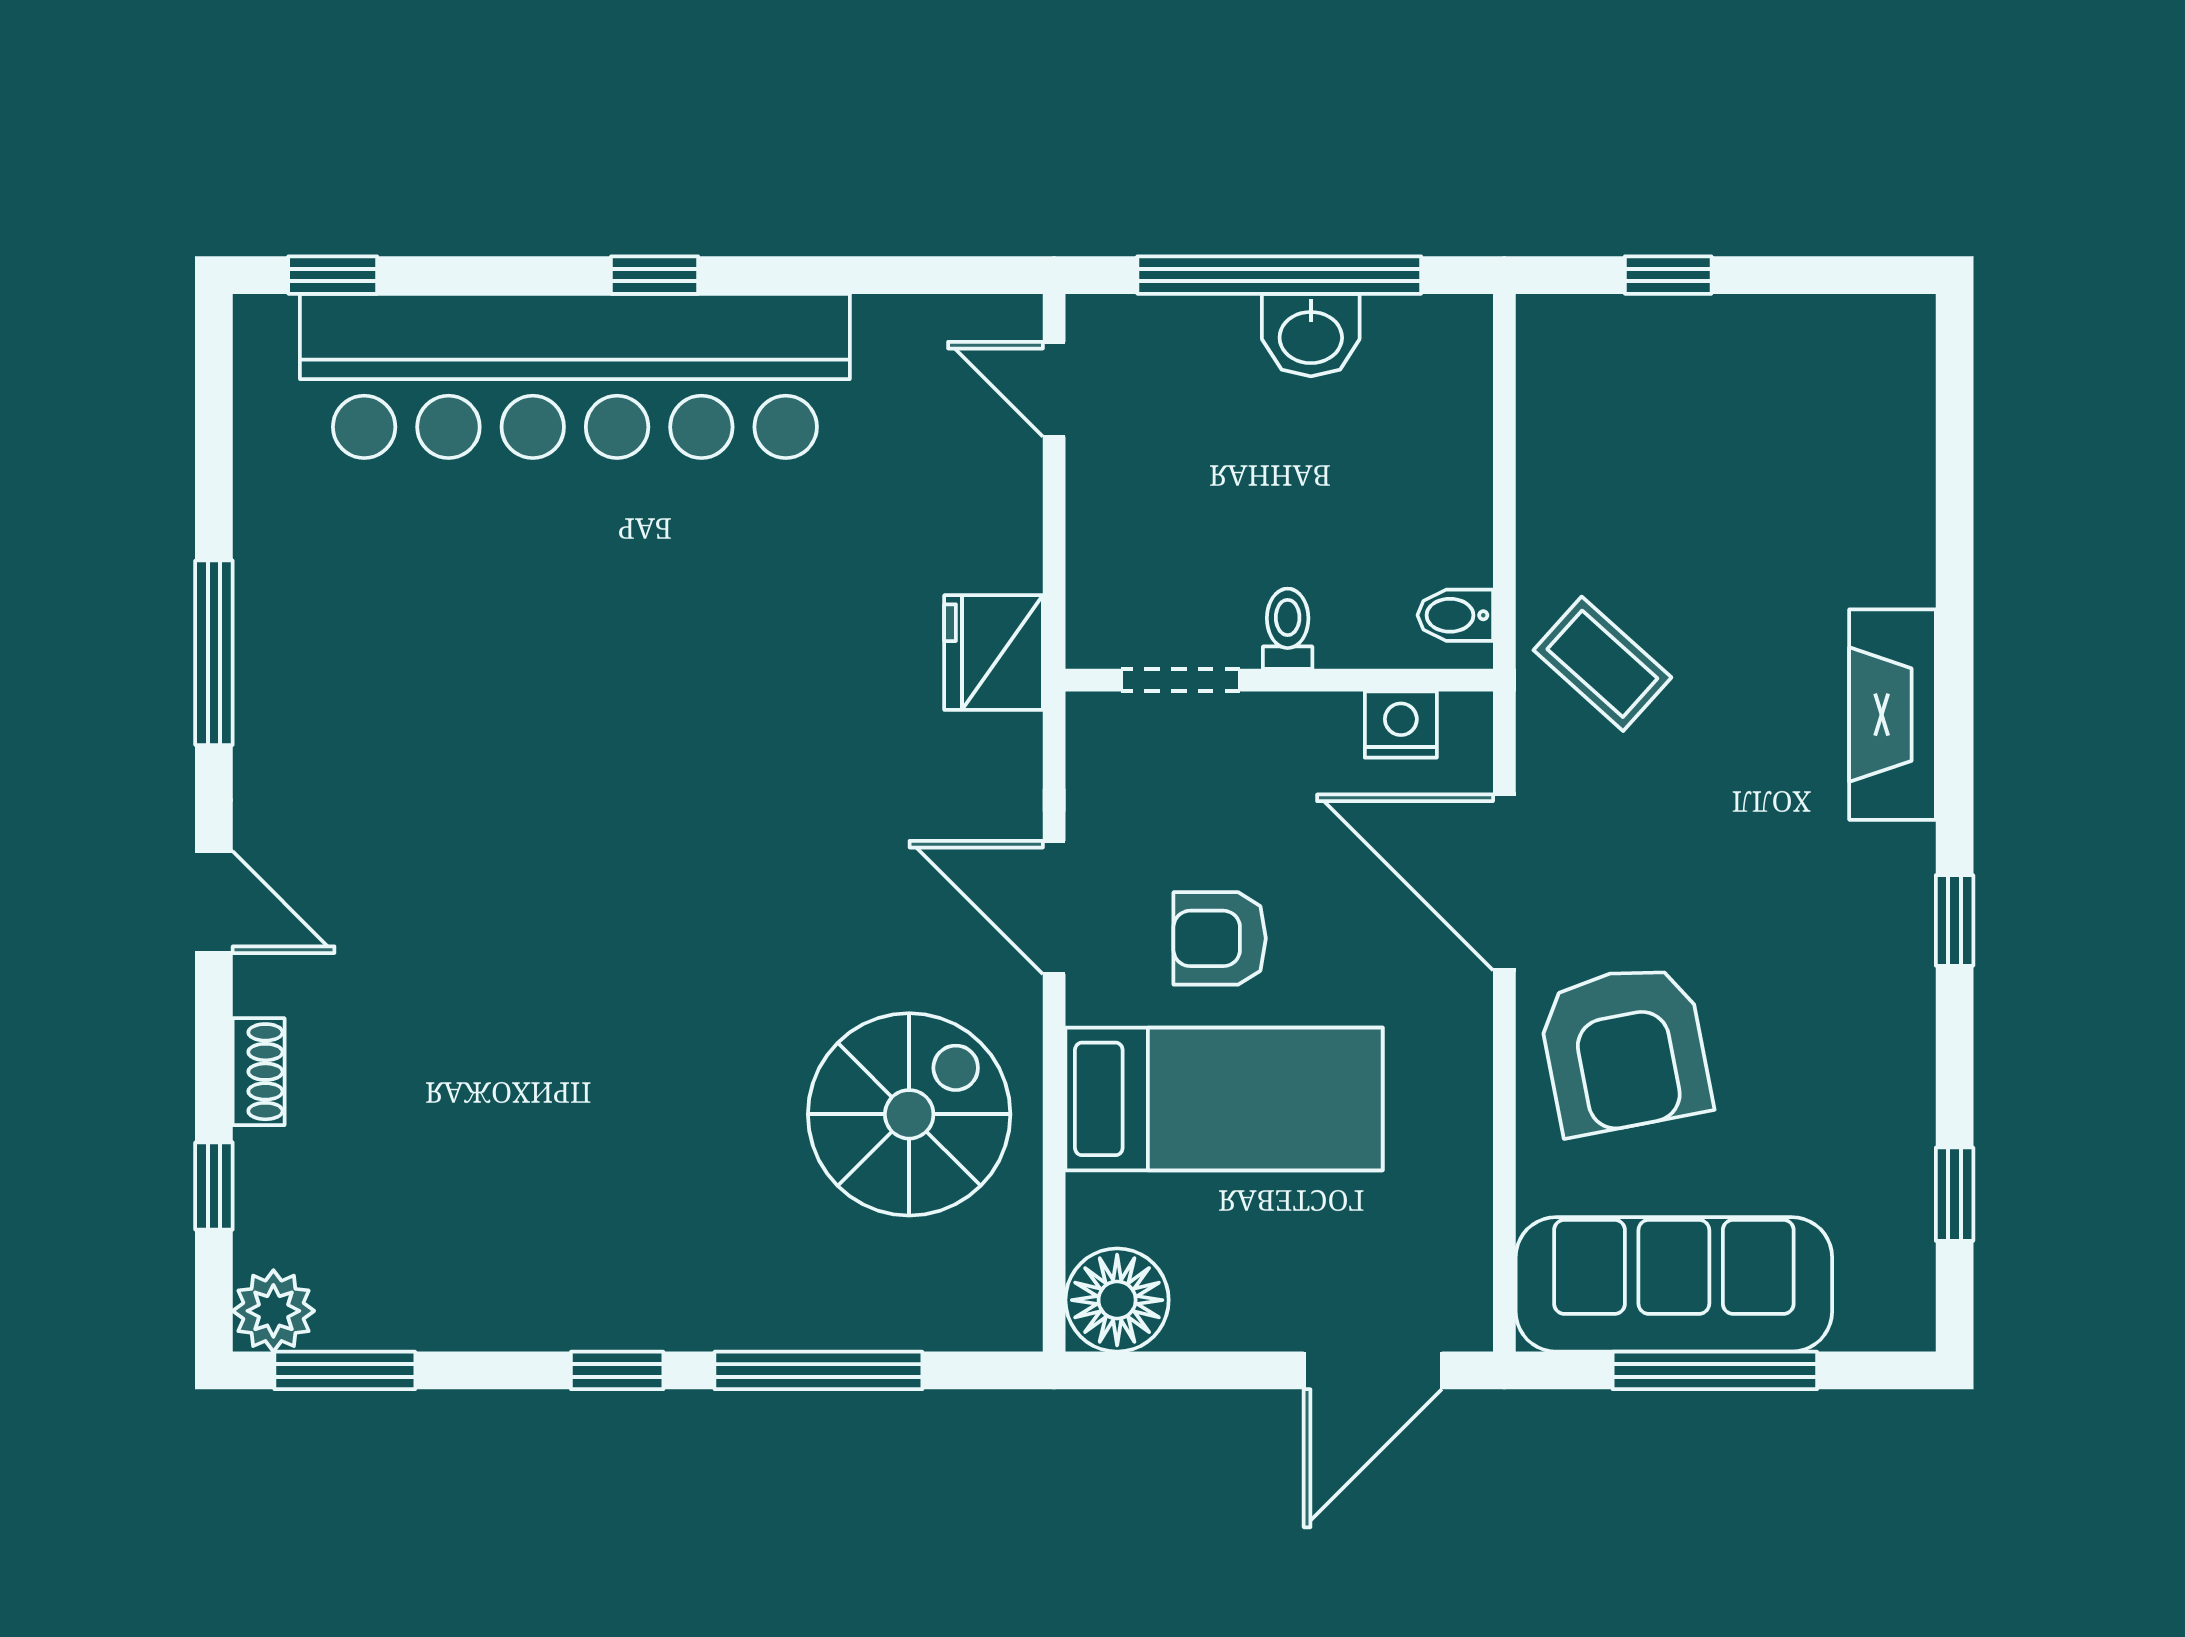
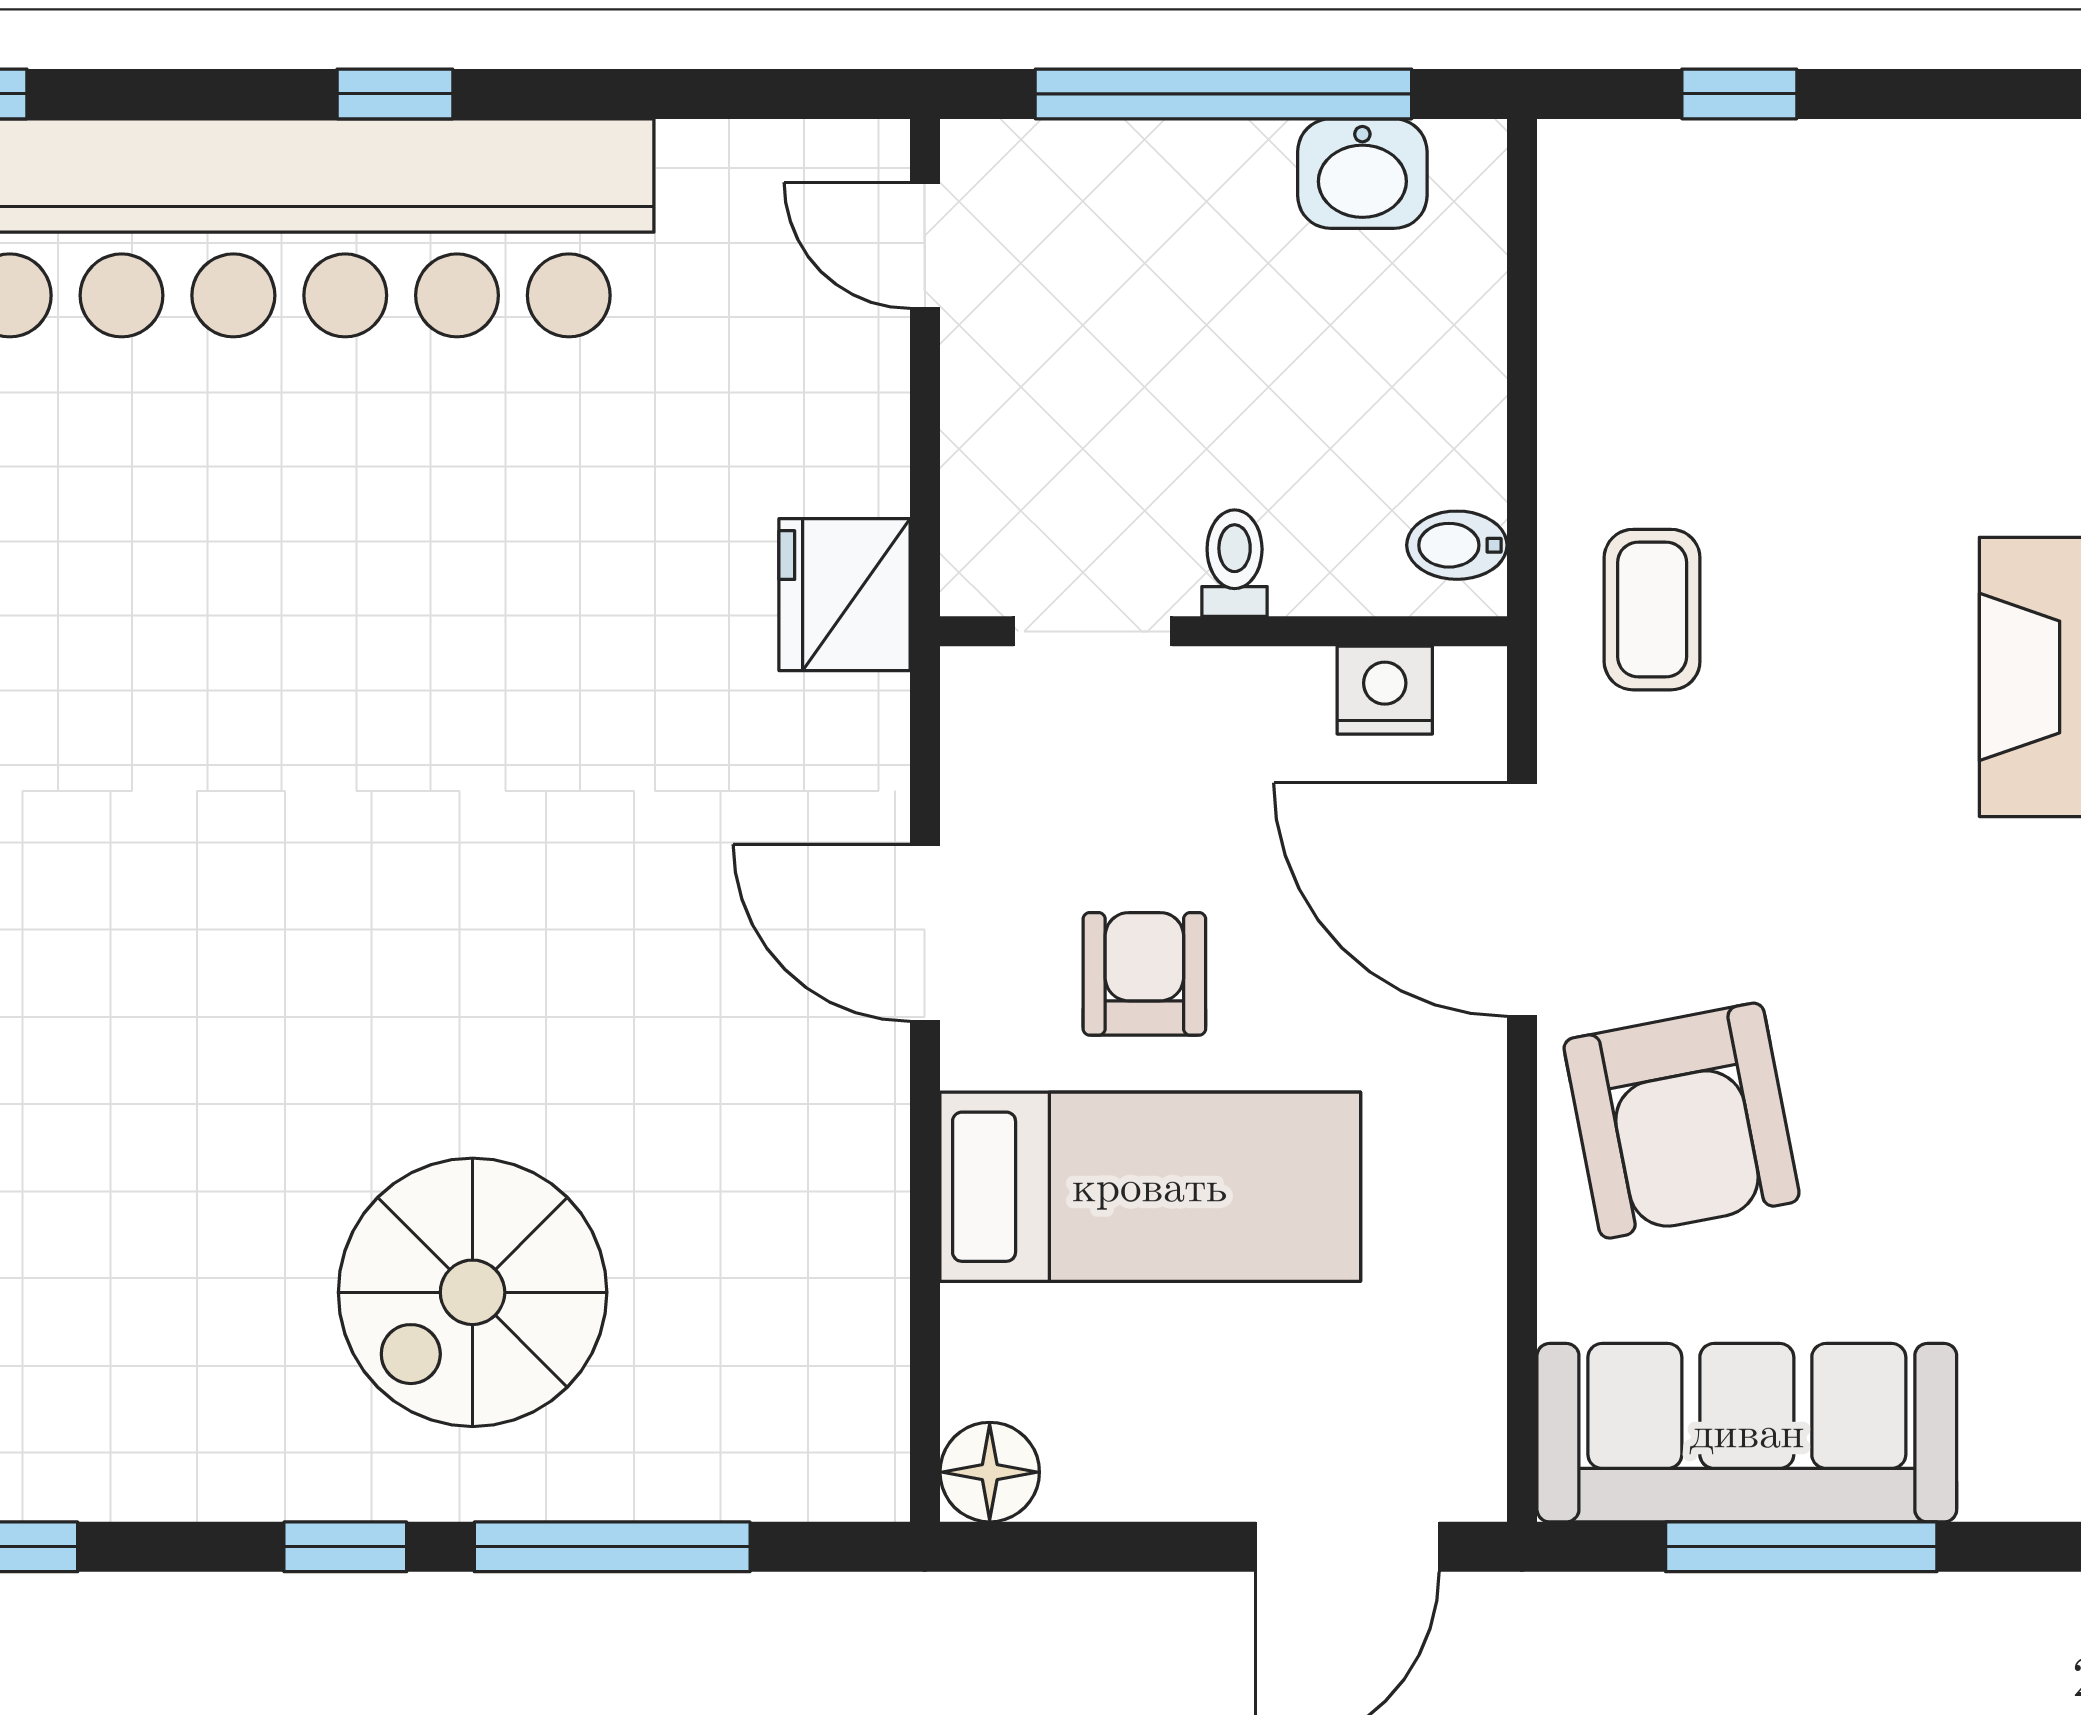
washbasin: (1311, 335) -> (1362, 174), moved
coffee table: (1602, 664) -> (1652, 610), turned 48
armchair: (1220, 938) -> (1144, 974), turned 90
spiral stairs: (909, 1114) -> (473, 1292), moved, turned 180
floor lamp: (1117, 1300) -> (990, 1472), width x0.73, depth x0.73

